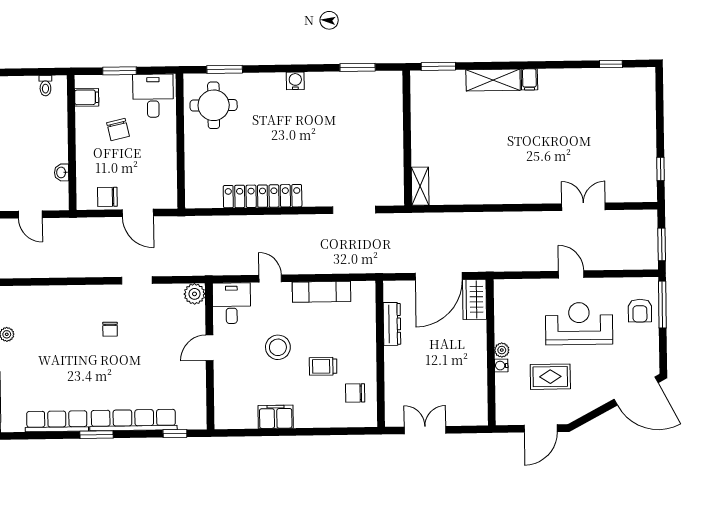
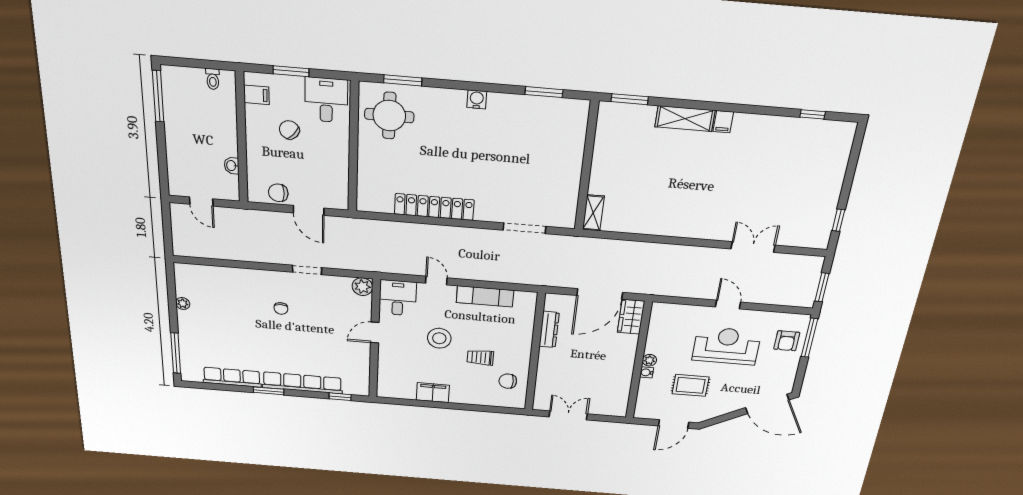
chair: (118, 129) -> (289, 130), turned 145

